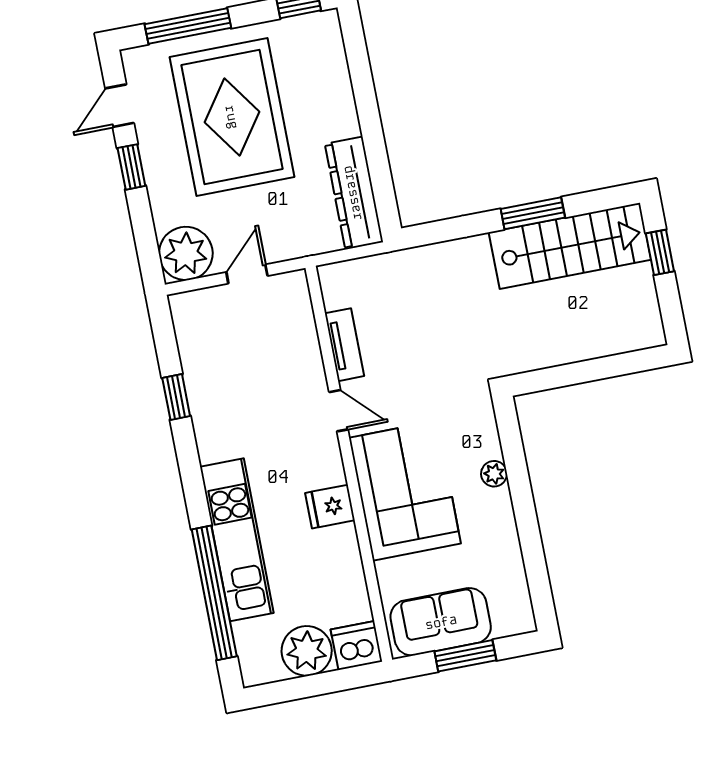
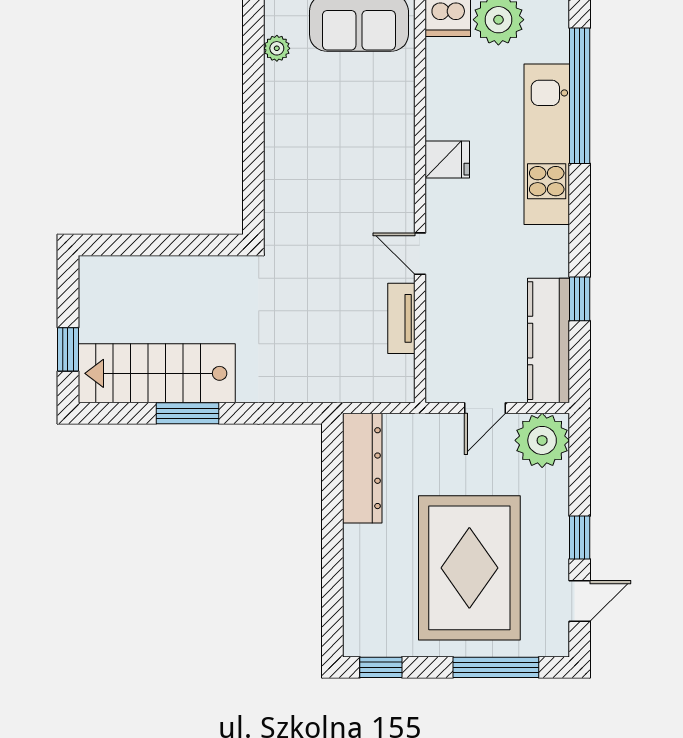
kitchen counter: (198, 351) -> (549, 341), added
plant: (494, 474) -> (277, 48), moved
corner sofa: (405, 491) -> (369, 161), removed

